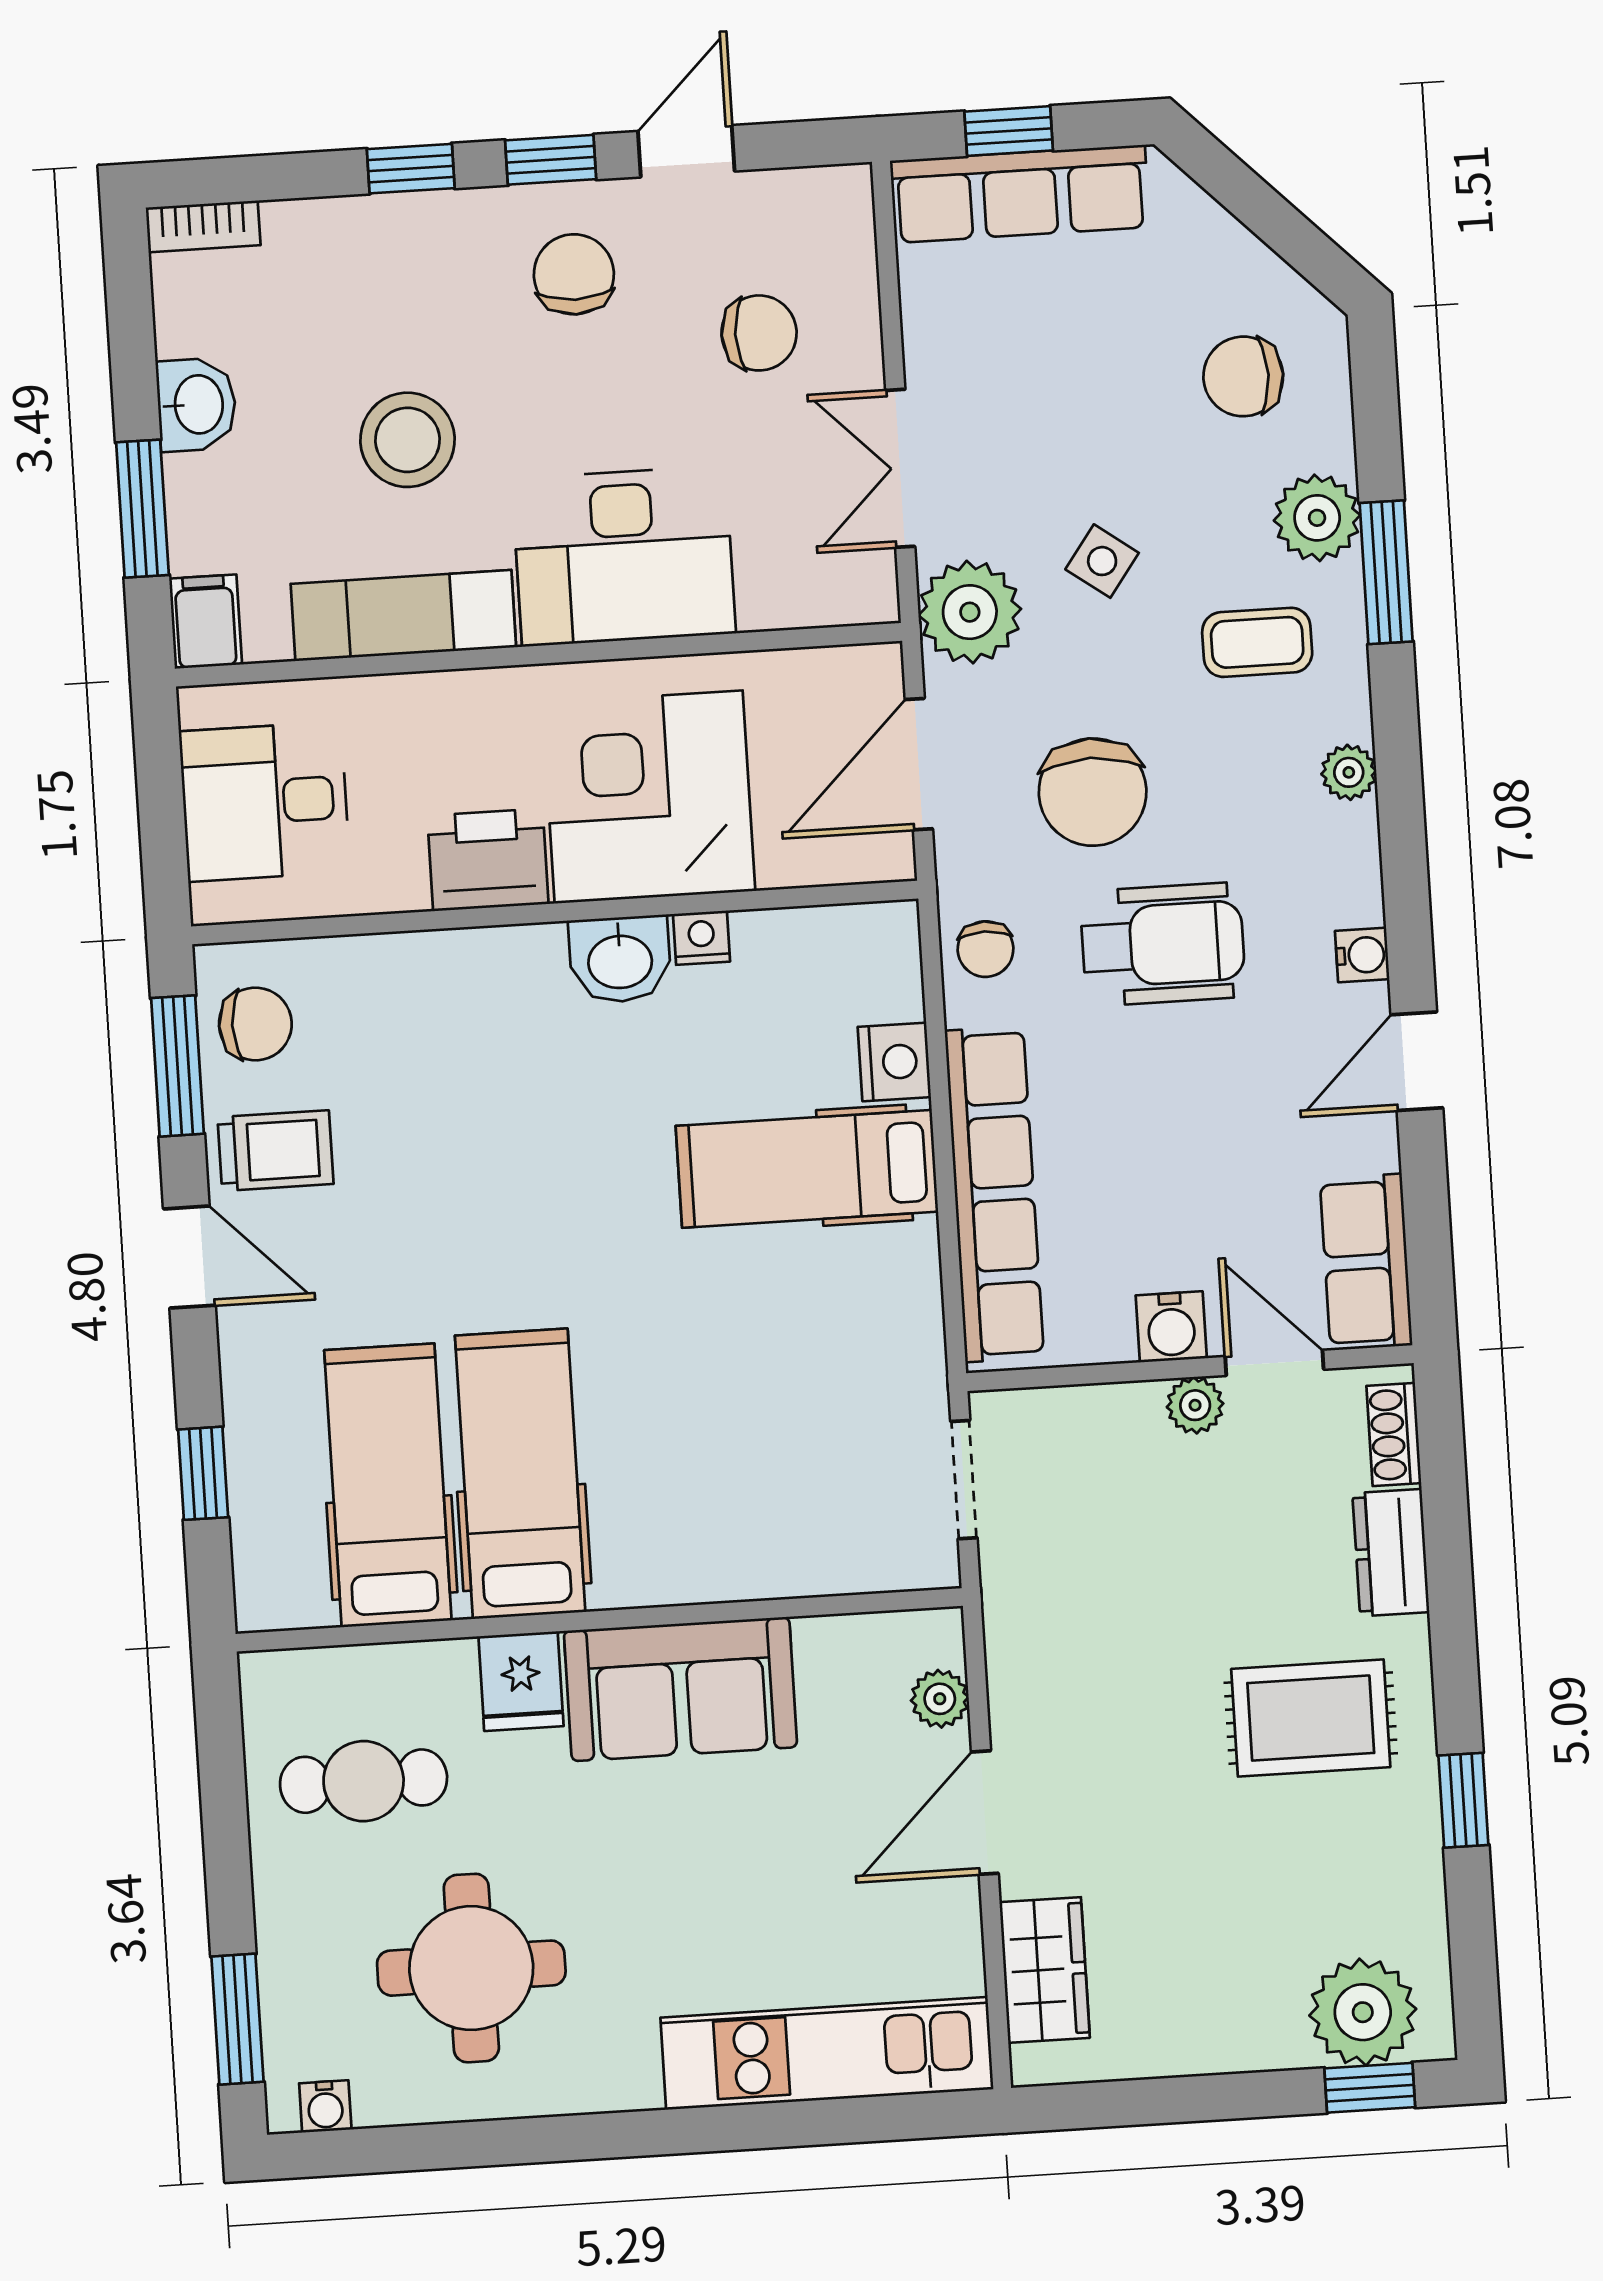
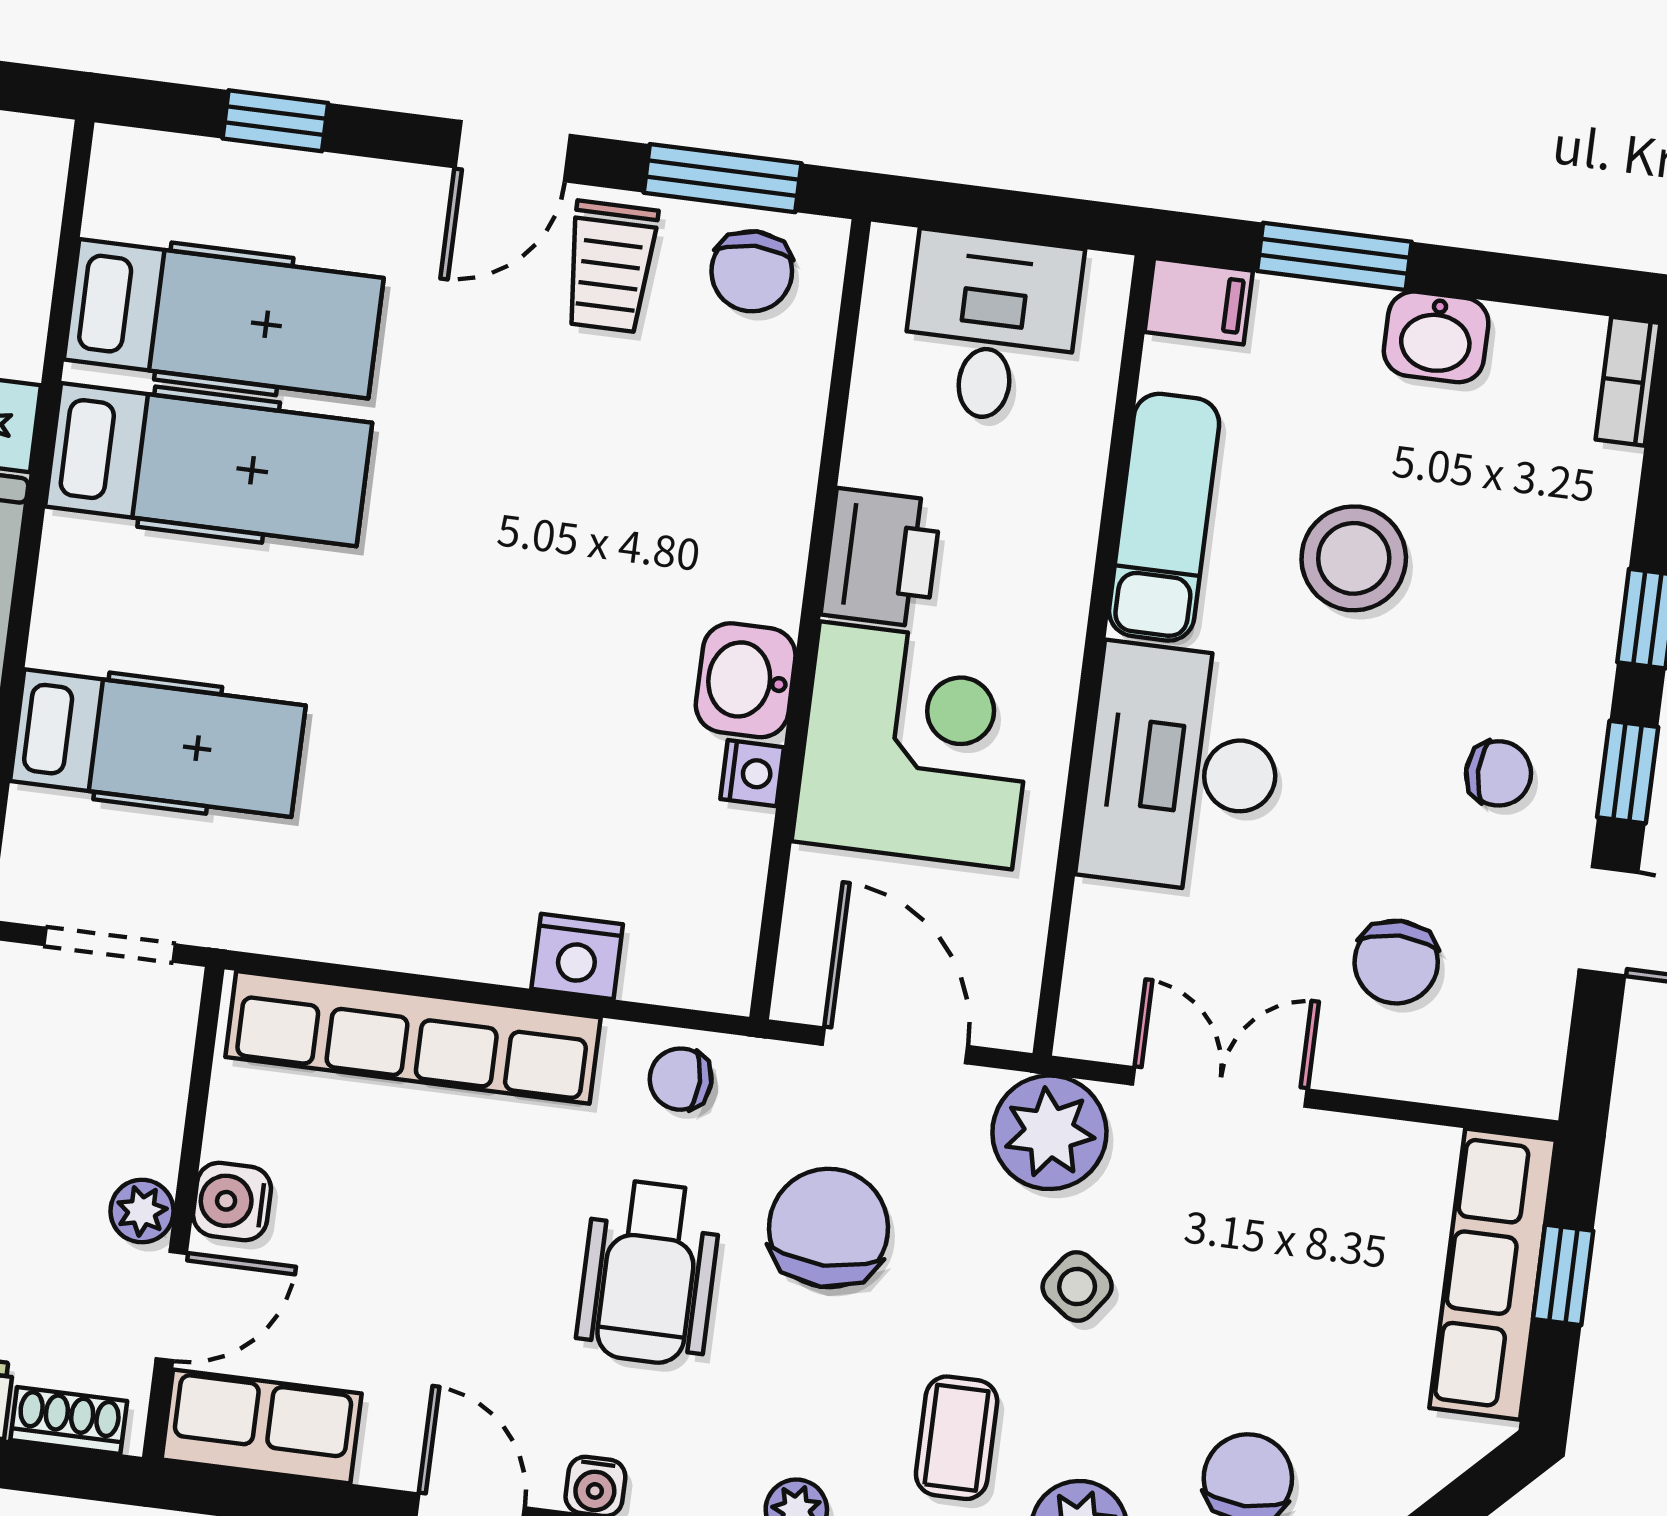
chair: (574, 274) -> (1499, 773), width x0.73, depth x0.73
chair: (1093, 792) -> (829, 1228), turned 90
hospital bed: (807, 1169) -> (158, 743), moved, turned 90

